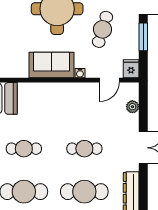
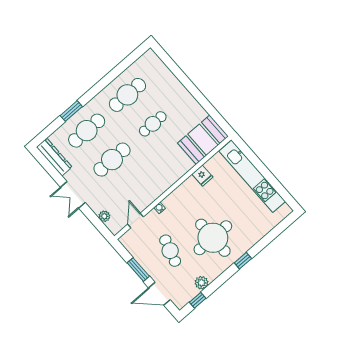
sofa: (51, 65) -> (183, 197), removed
fridge: (131, 69) -> (202, 176), moved
cafe table: (84, 149) -> (112, 160), width x1.37, depth x1.35

